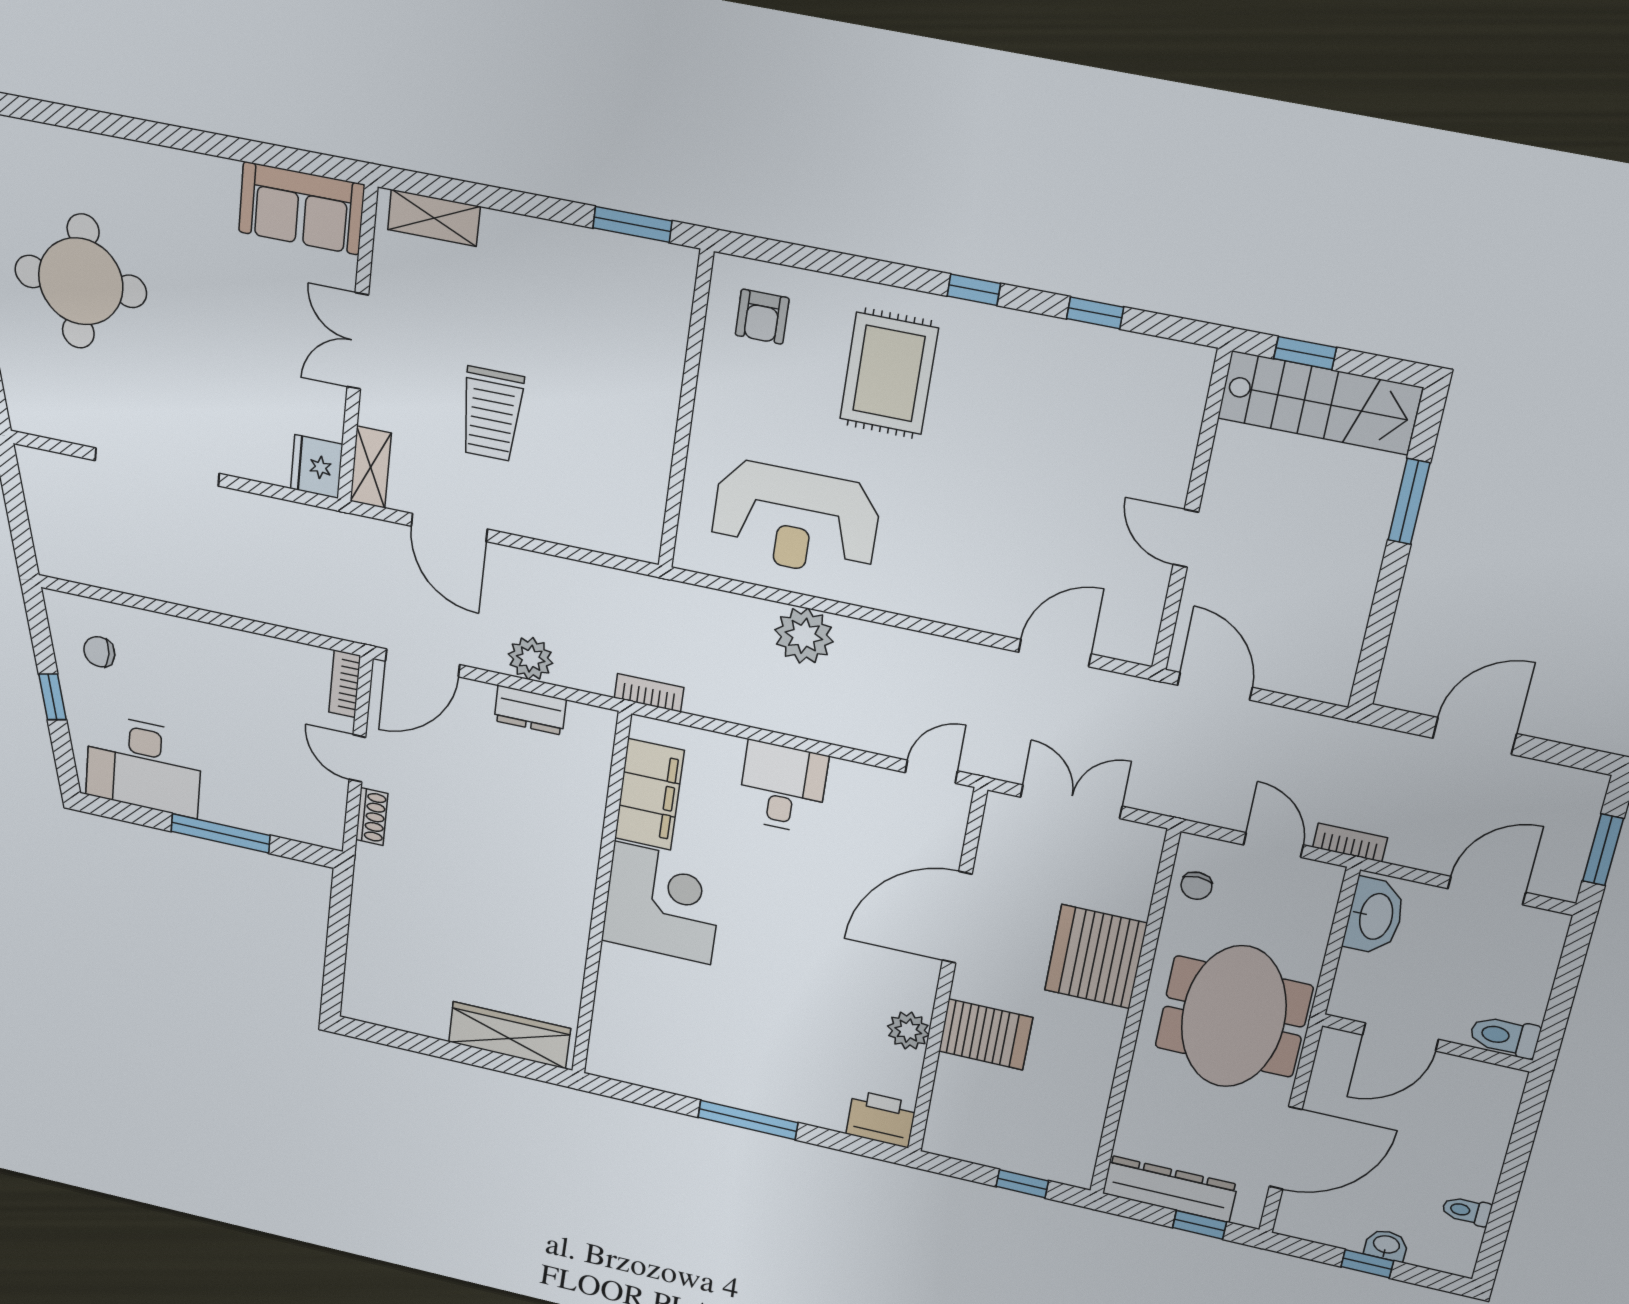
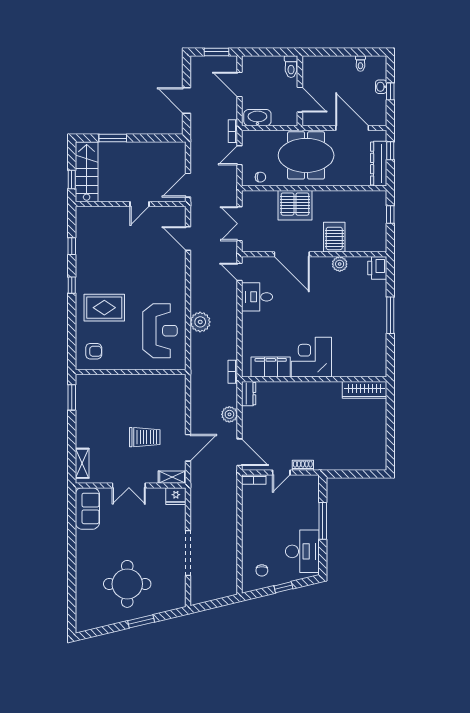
dresser: (530, 710) -> (249, 394), moved
desk: (783, 787) -> (257, 297), moved
wardrobe: (509, 1035) -> (365, 390), moved, turned -90

